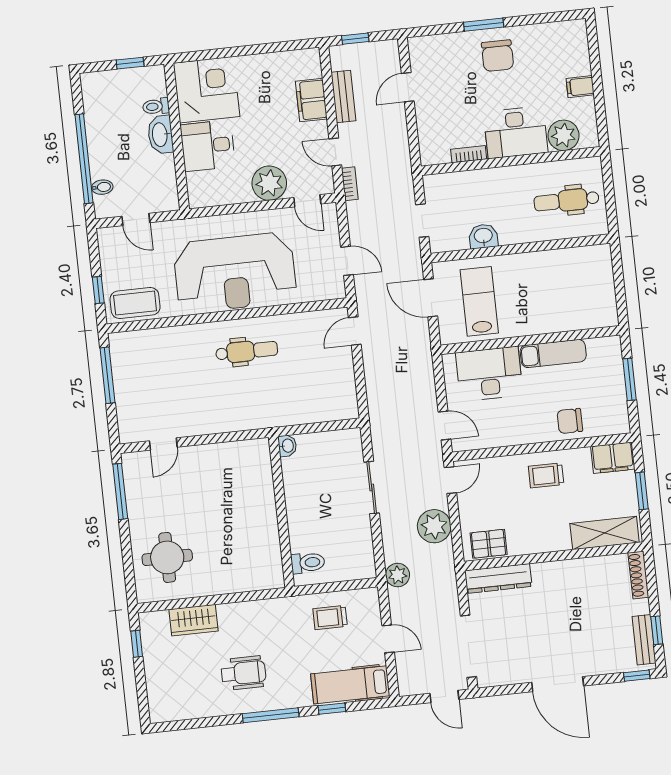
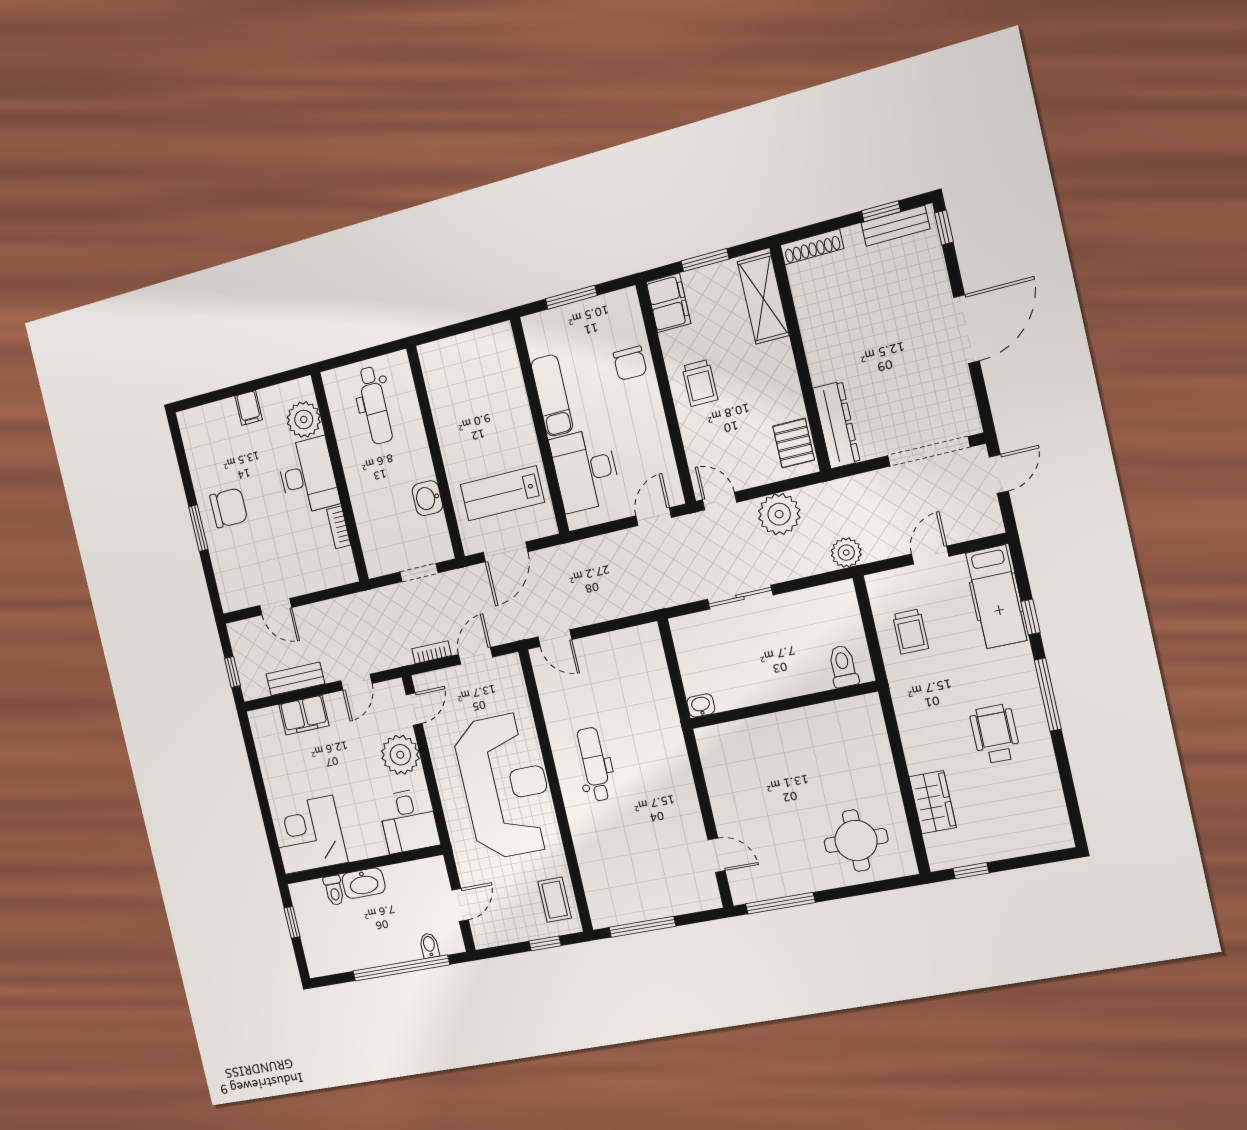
desk: (208, 146) -> (409, 821), moved
bookcase: (350, 184) -> (432, 652), moved
coffee table: (135, 303) -> (555, 900), width x0.73, depth x0.77

